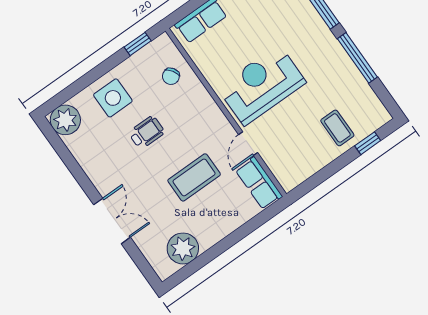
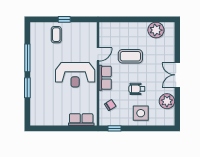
plant: (65, 120) -> (167, 101), moved
window: (368, 143) -> (64, 19), moved
row of seats: (259, 183) -> (105, 78), moved
double door: (112, 221) -> (177, 75), moved

